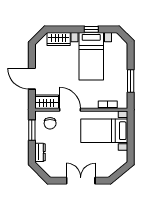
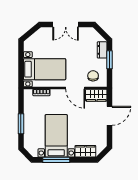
window: (91, 29) -> (56, 160), width x2.17
door: (32, 79) -> (109, 116), hinge flipped
window: (131, 81) -> (21, 124), moved
window: (32, 130) -> (109, 60), moved

